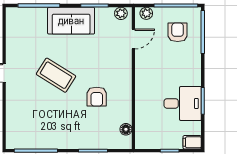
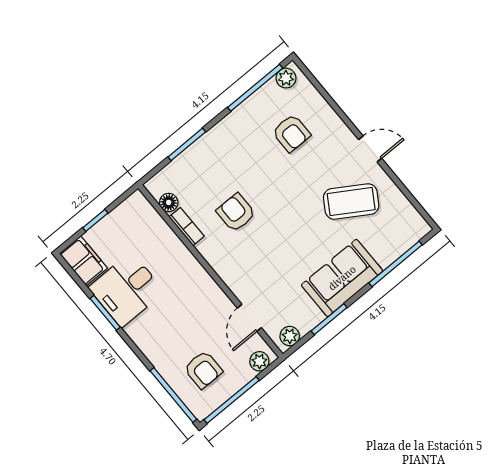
coffee table: (56, 75) -> (351, 202), moved
bookcase: (127, 110) -> (187, 227), added
armchair: (37, 113) -> (291, 133), added
filing cabinet: (192, 142) -> (83, 261), width x2.00
plant: (17, 143) -> (286, 78), added

